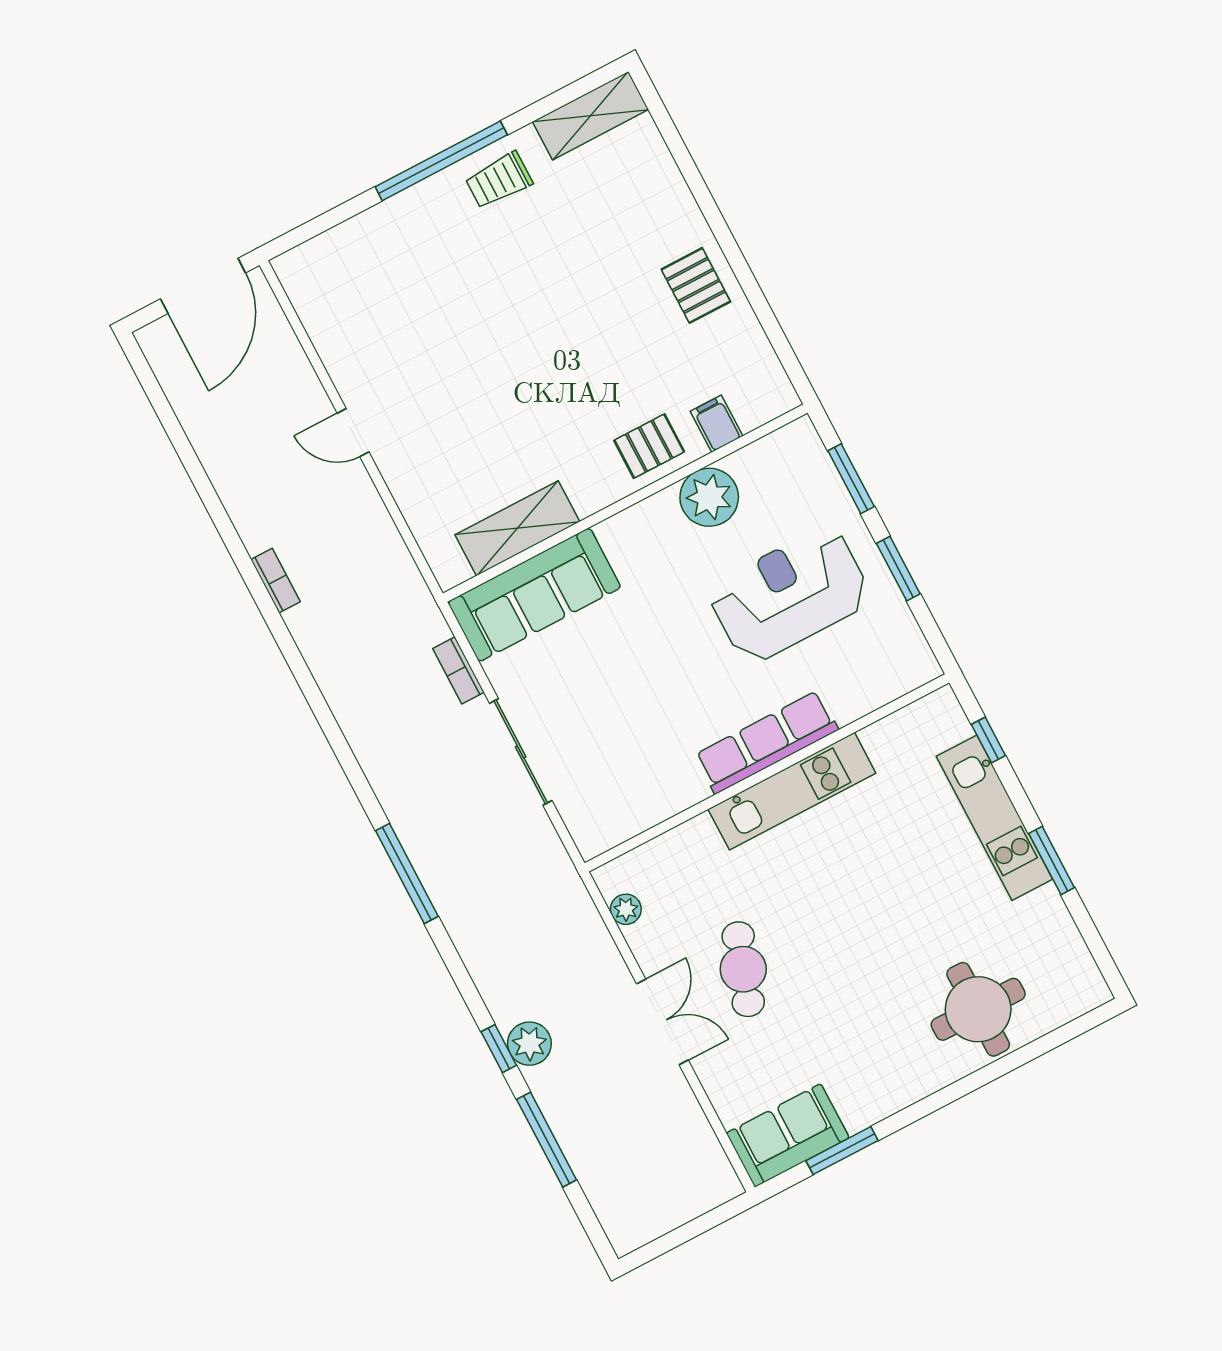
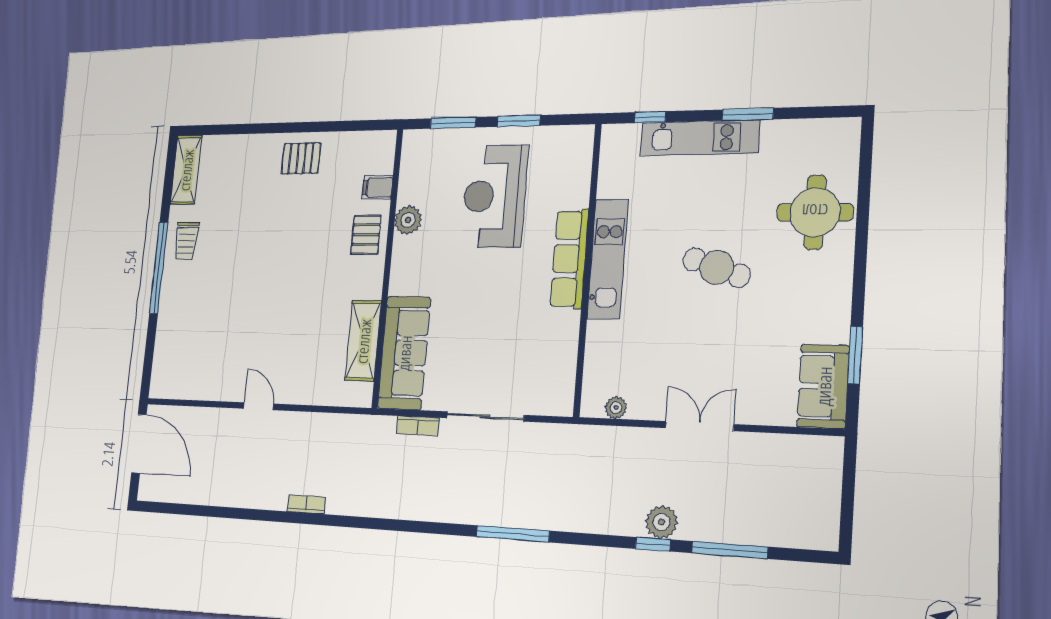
door: (353, 433) -> (259, 406), swing flipped
plant: (709, 497) -> (408, 220), width x0.73, depth x0.73
cafe table: (743, 969) -> (717, 267), moved

